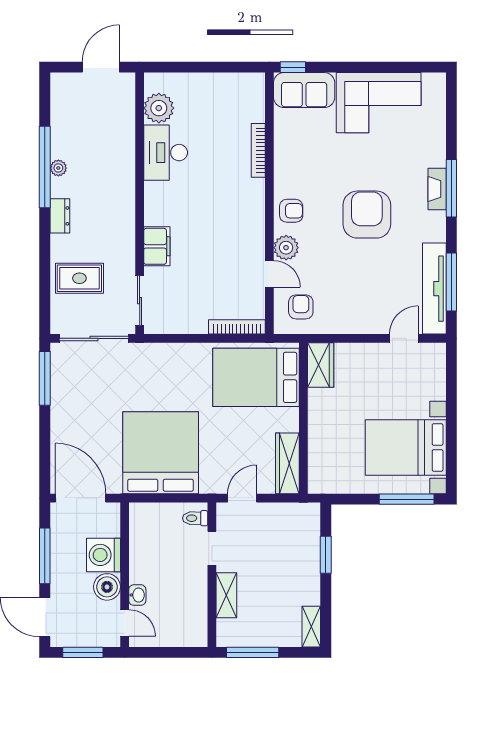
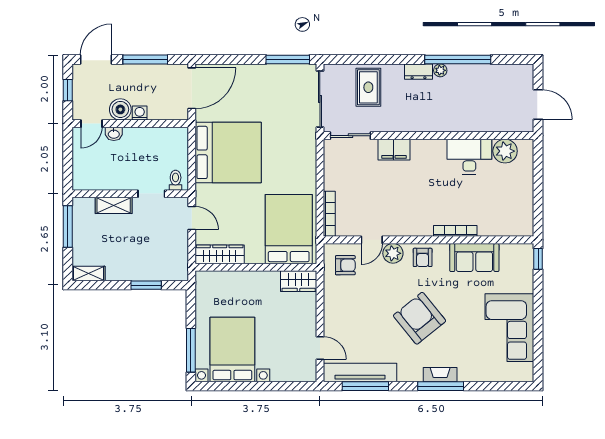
sofa: (304, 90) -> (474, 258), moved, turned -90
bookcase: (258, 150) -> (455, 231), moved
plant: (58, 168) -> (440, 70), moved
armchair: (367, 215) -> (420, 318), turned -129
washing machine: (104, 555) -> (140, 113), width x0.53, depth x0.53
window: (83, 652) -> (68, 90), width x0.67

